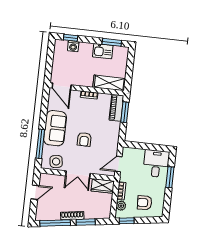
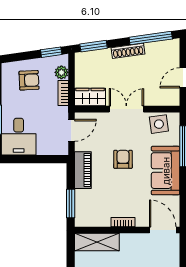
piano: (116, 108) -> (83, 170), moved
window: (86, 222) -> (94, 46), moved

